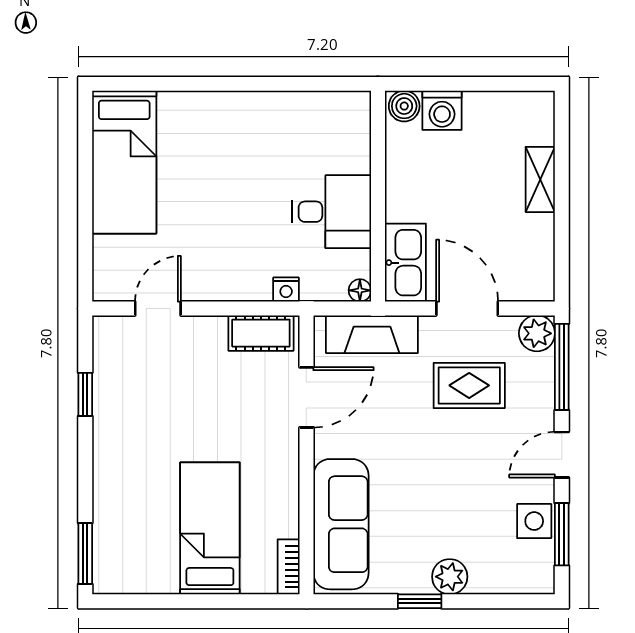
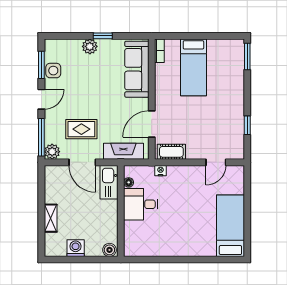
washing machine: (442, 110) -> (76, 248), moved
floor lamp: (360, 290) -> (129, 182), moved

